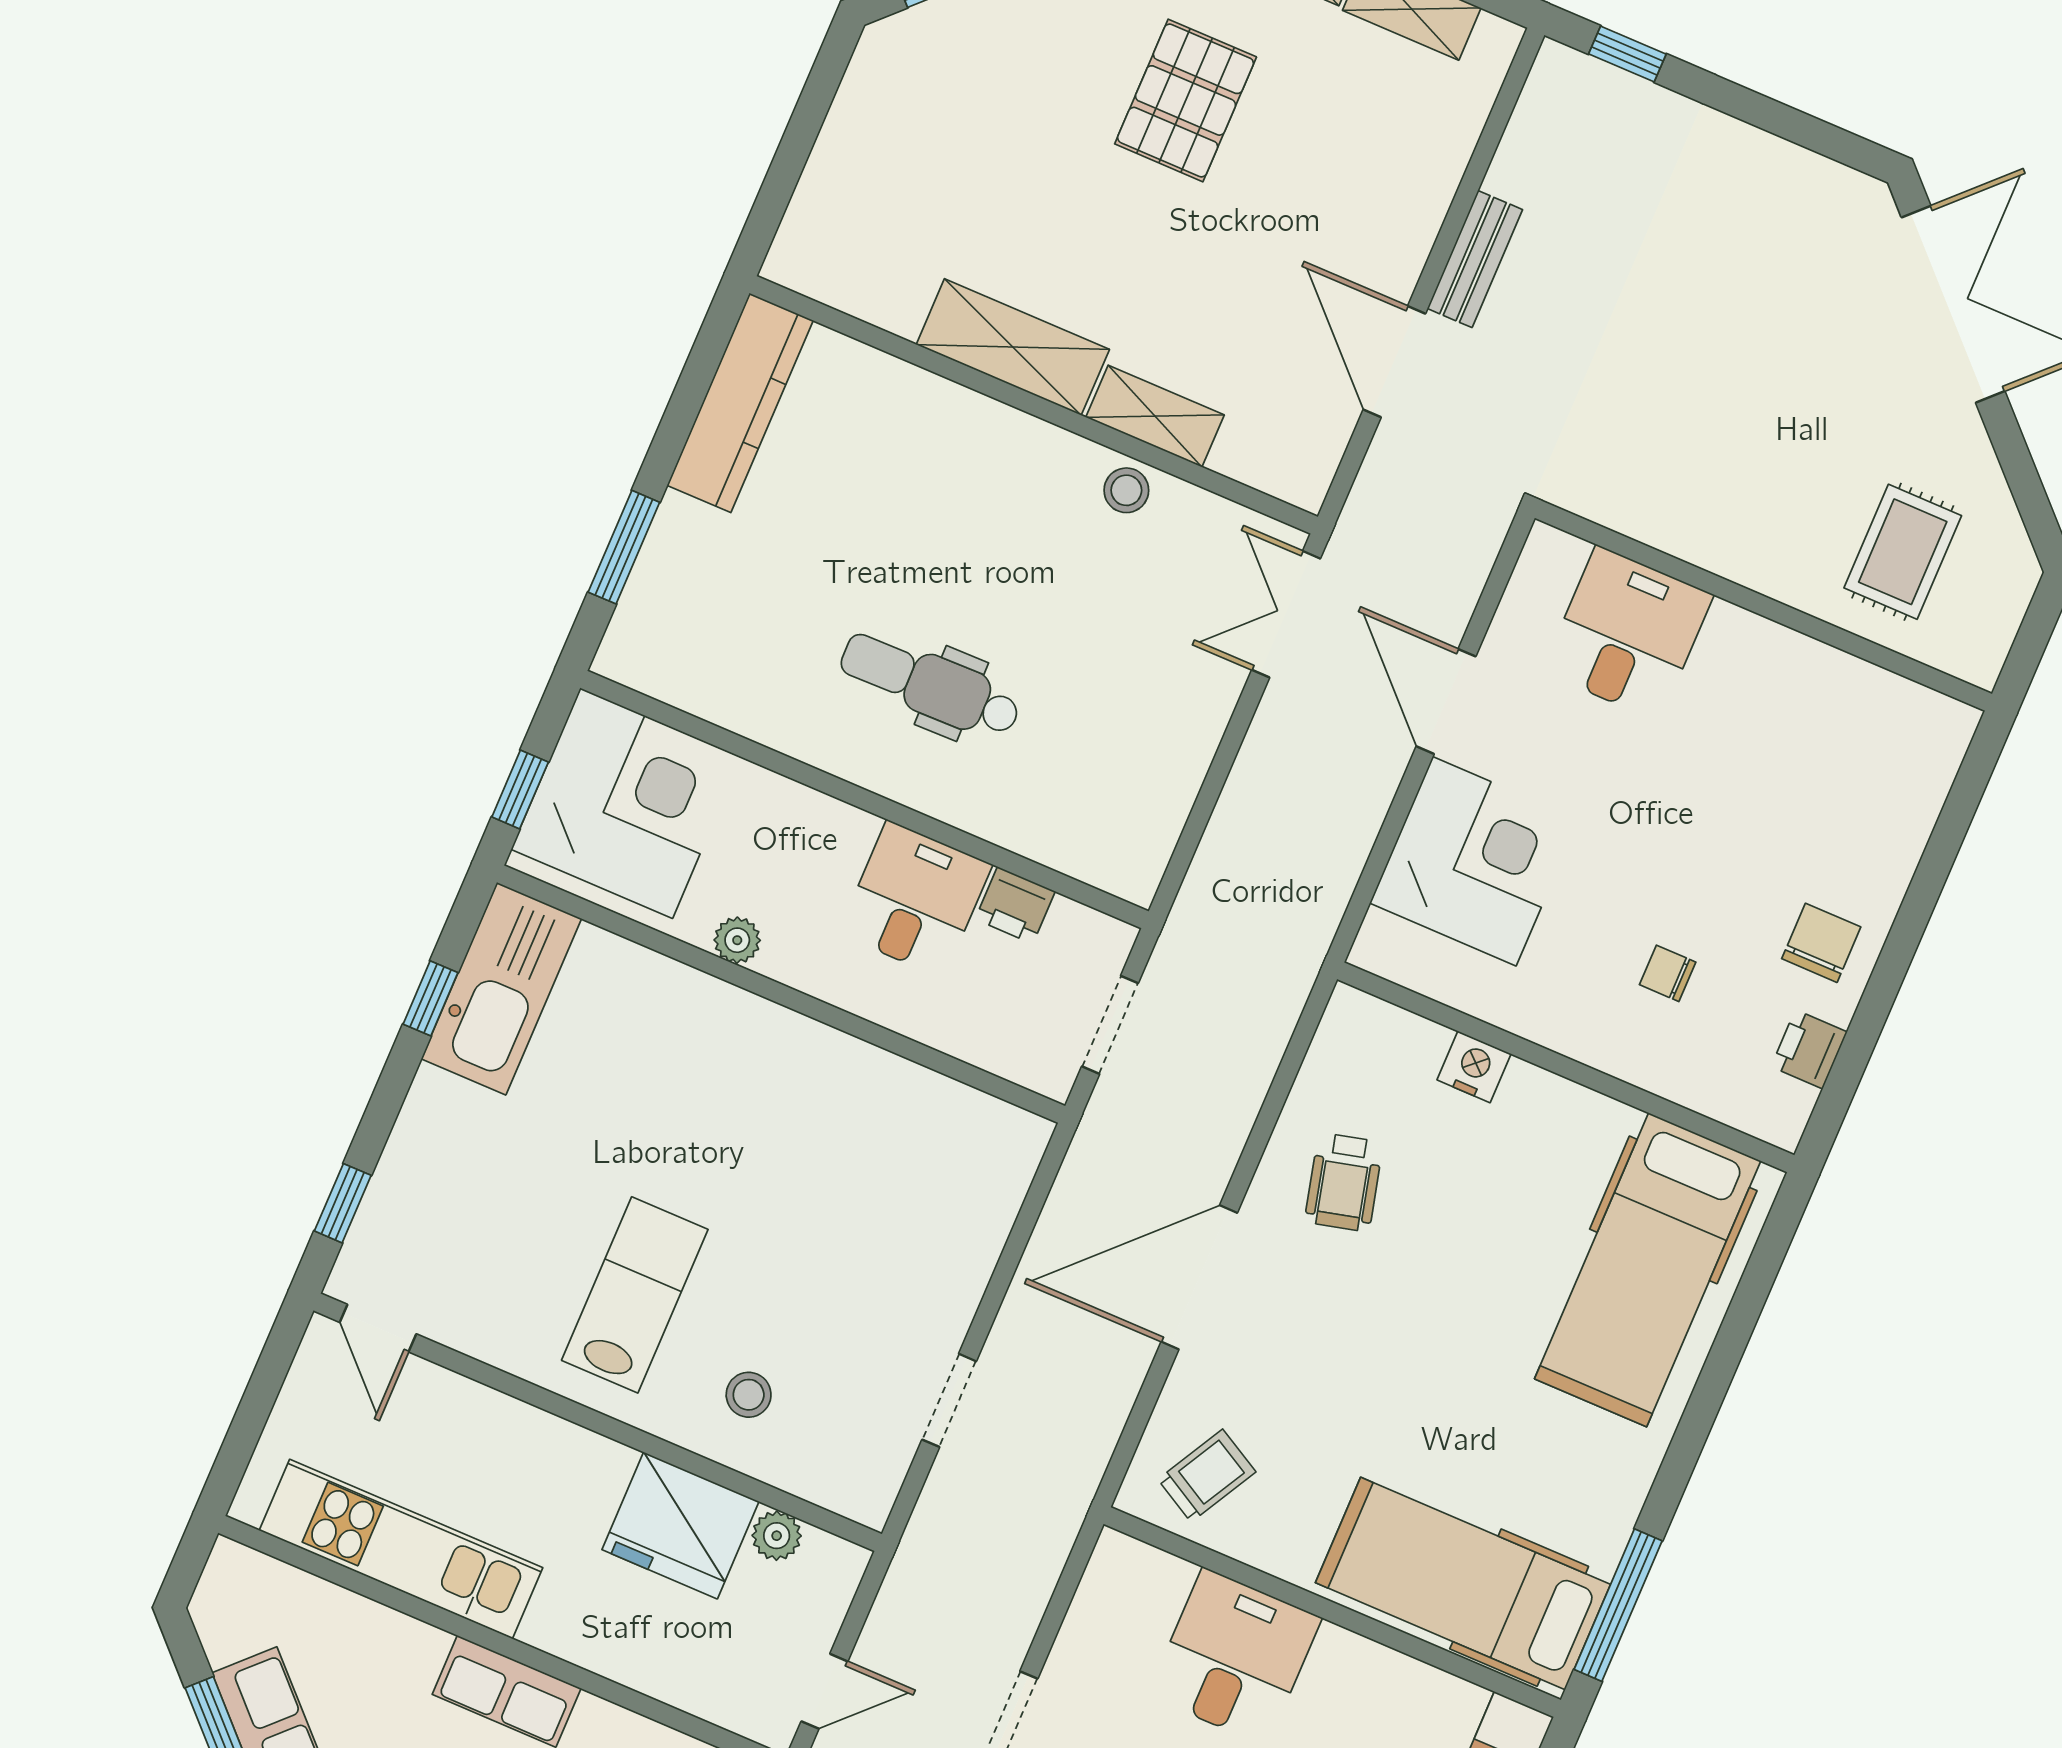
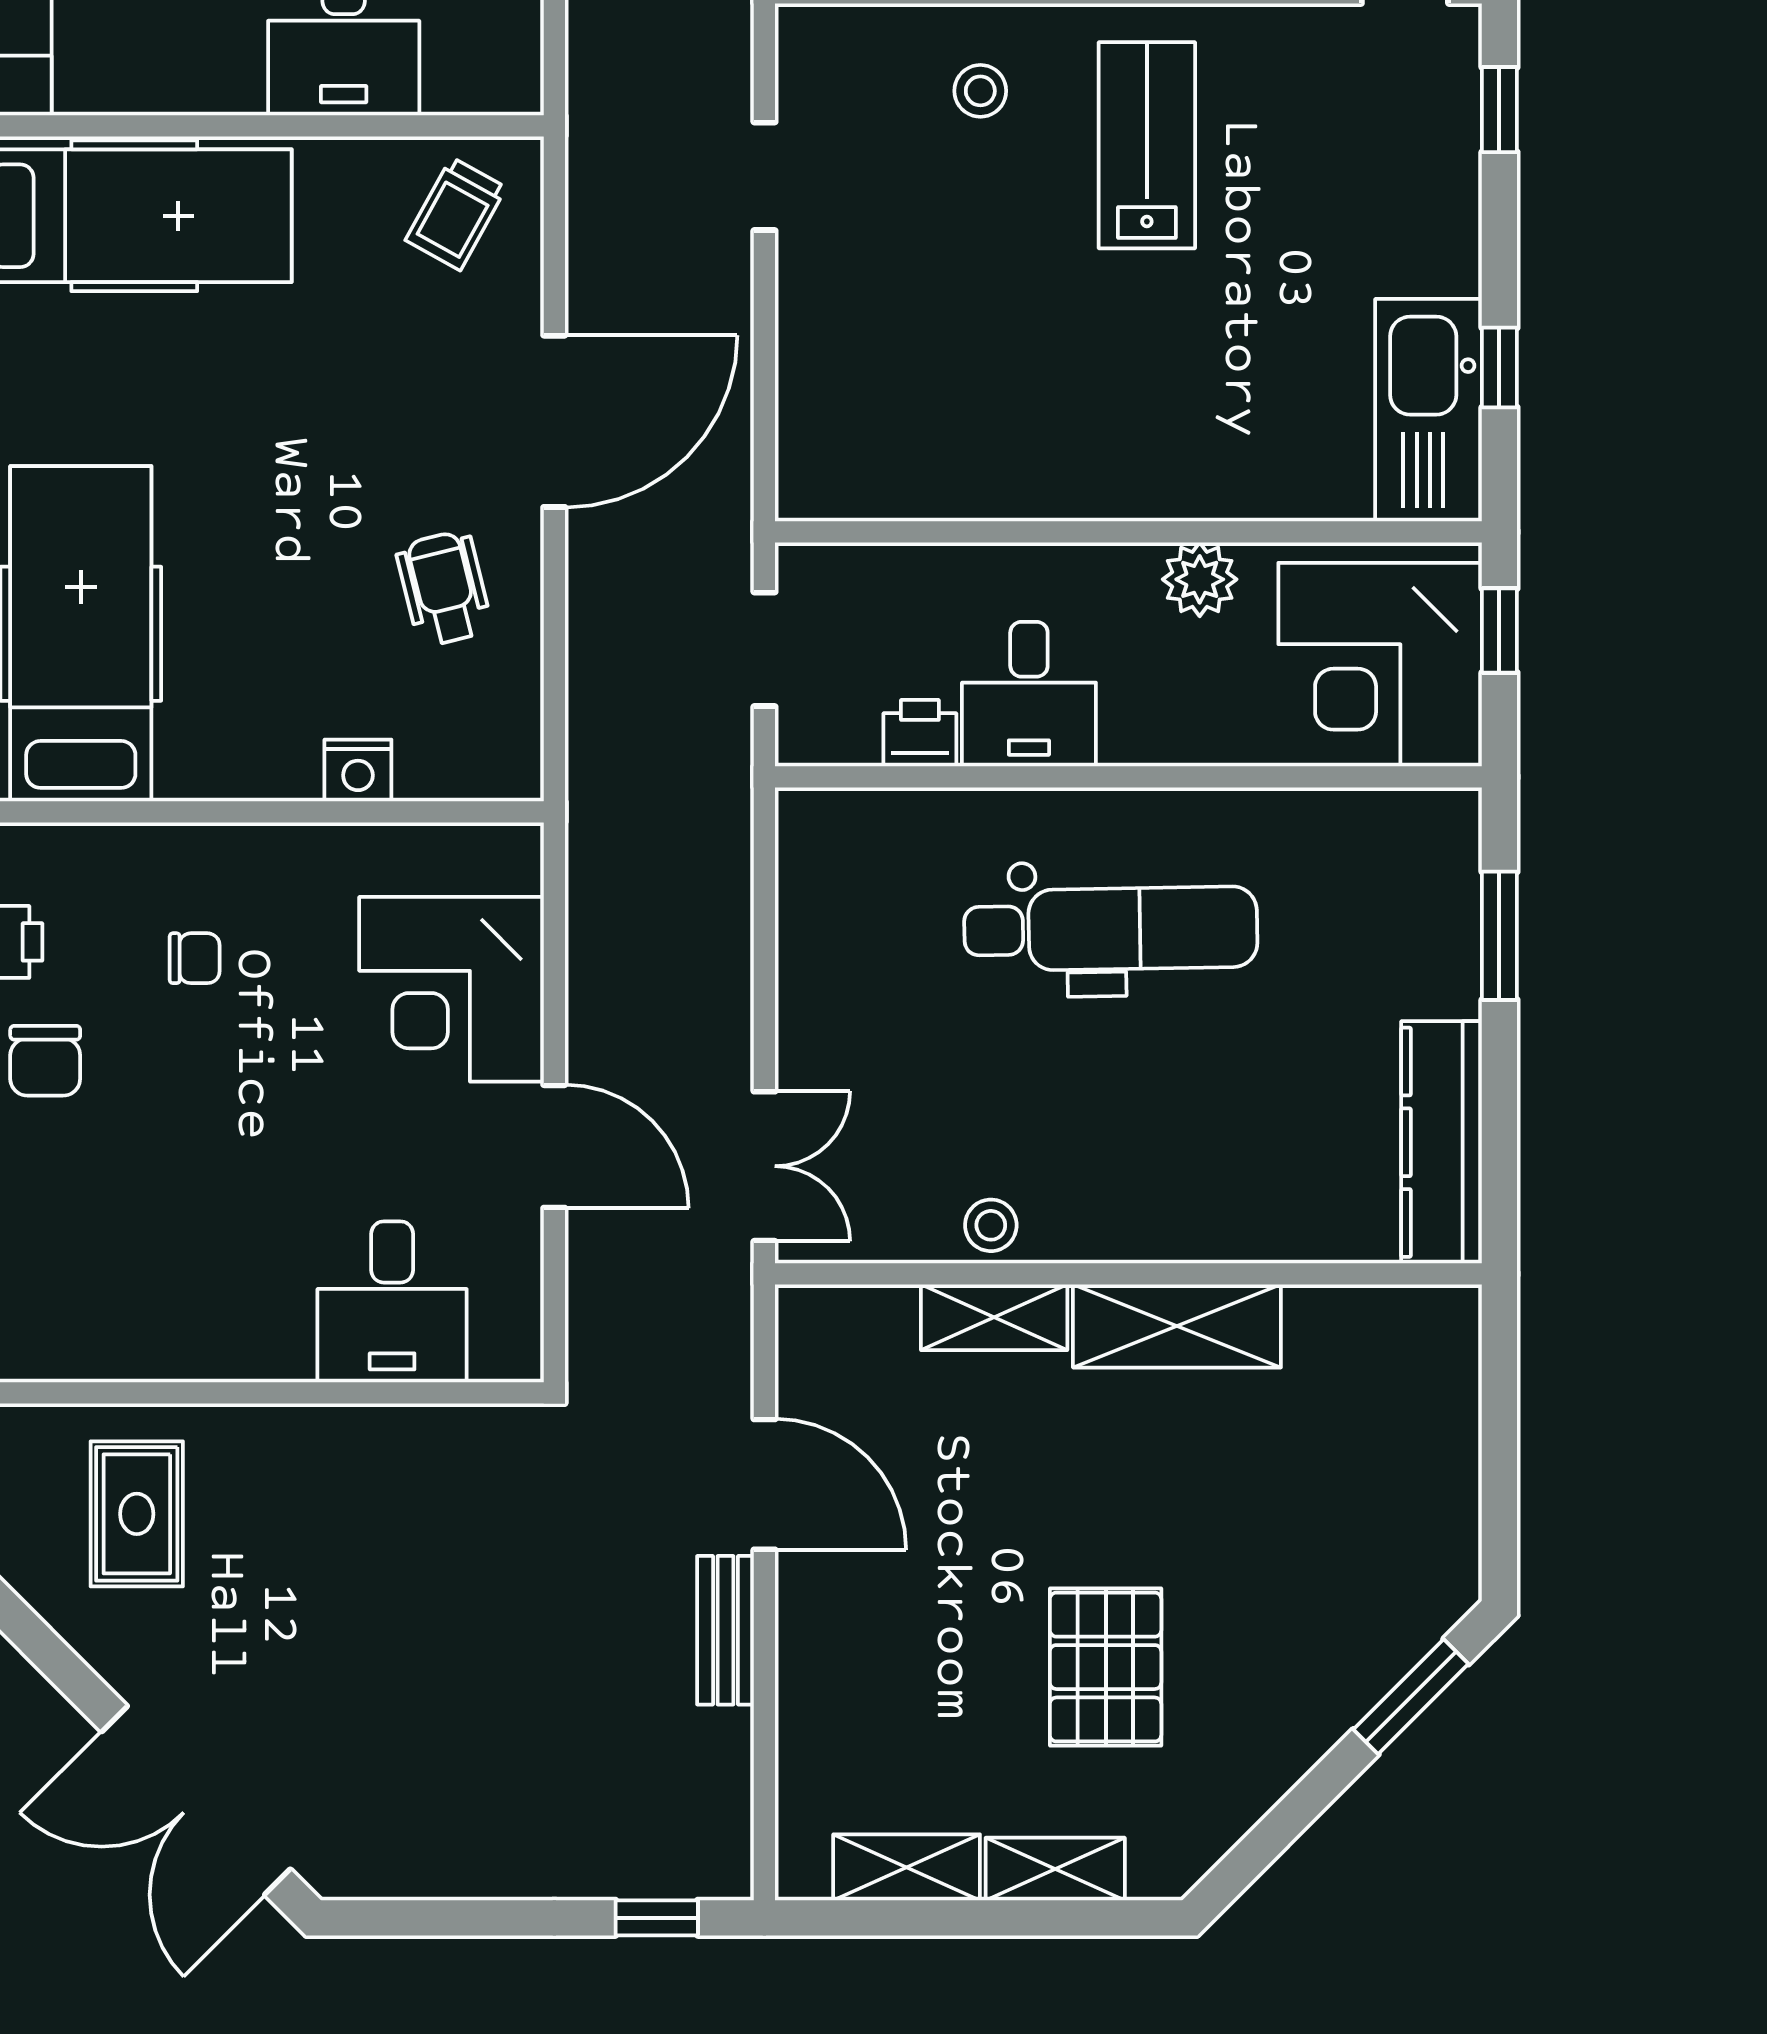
dental chair: (930, 685) -> (1111, 929), width x1.36, depth x1.38
plant: (737, 940) -> (1200, 579), width x1.38, depth x1.38
lab bench: (635, 1295) -> (1147, 145), turned 180

